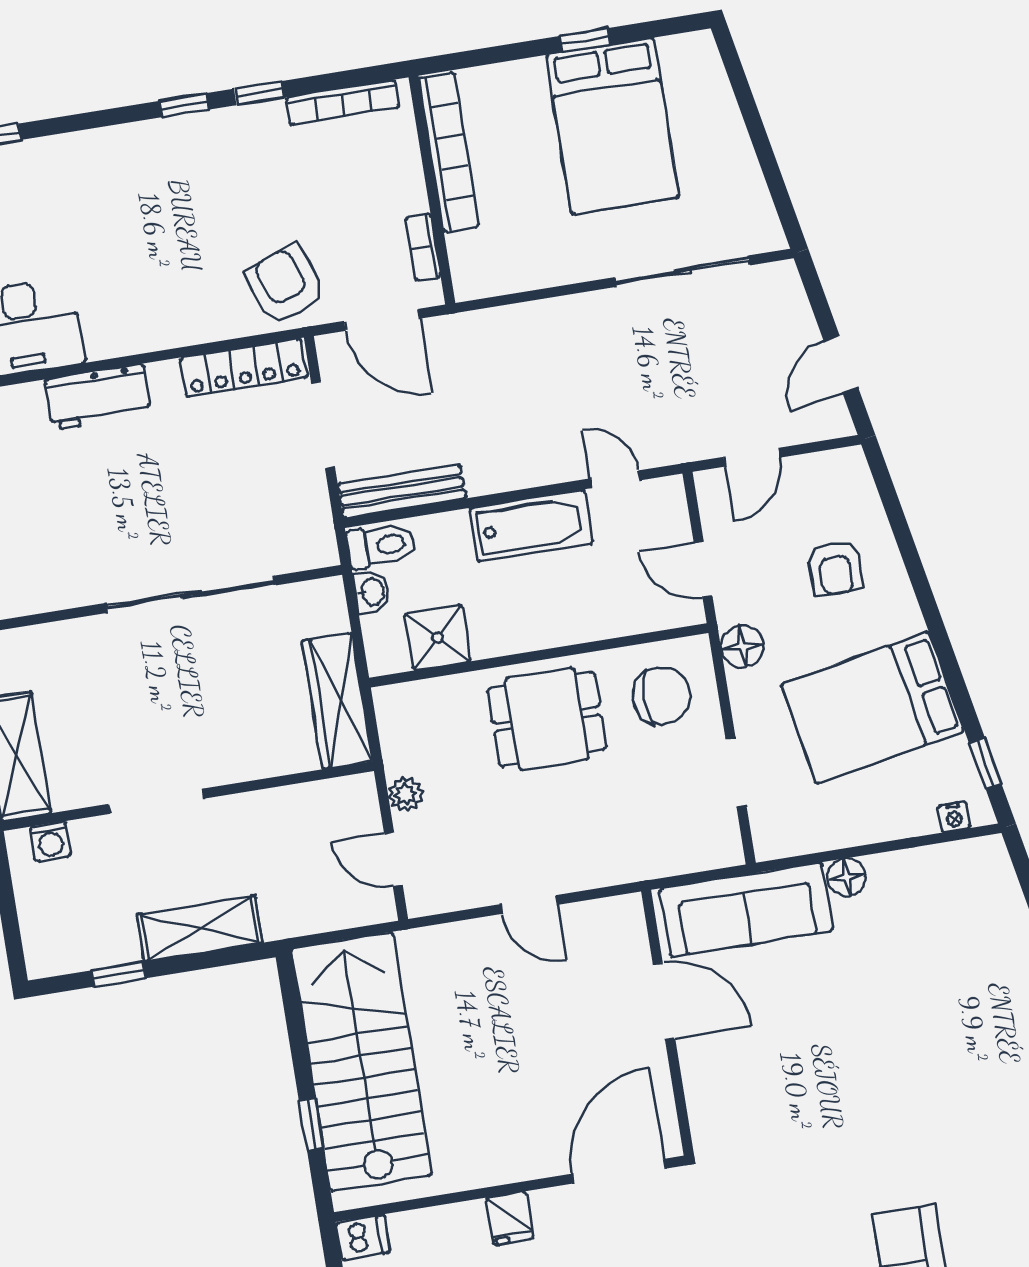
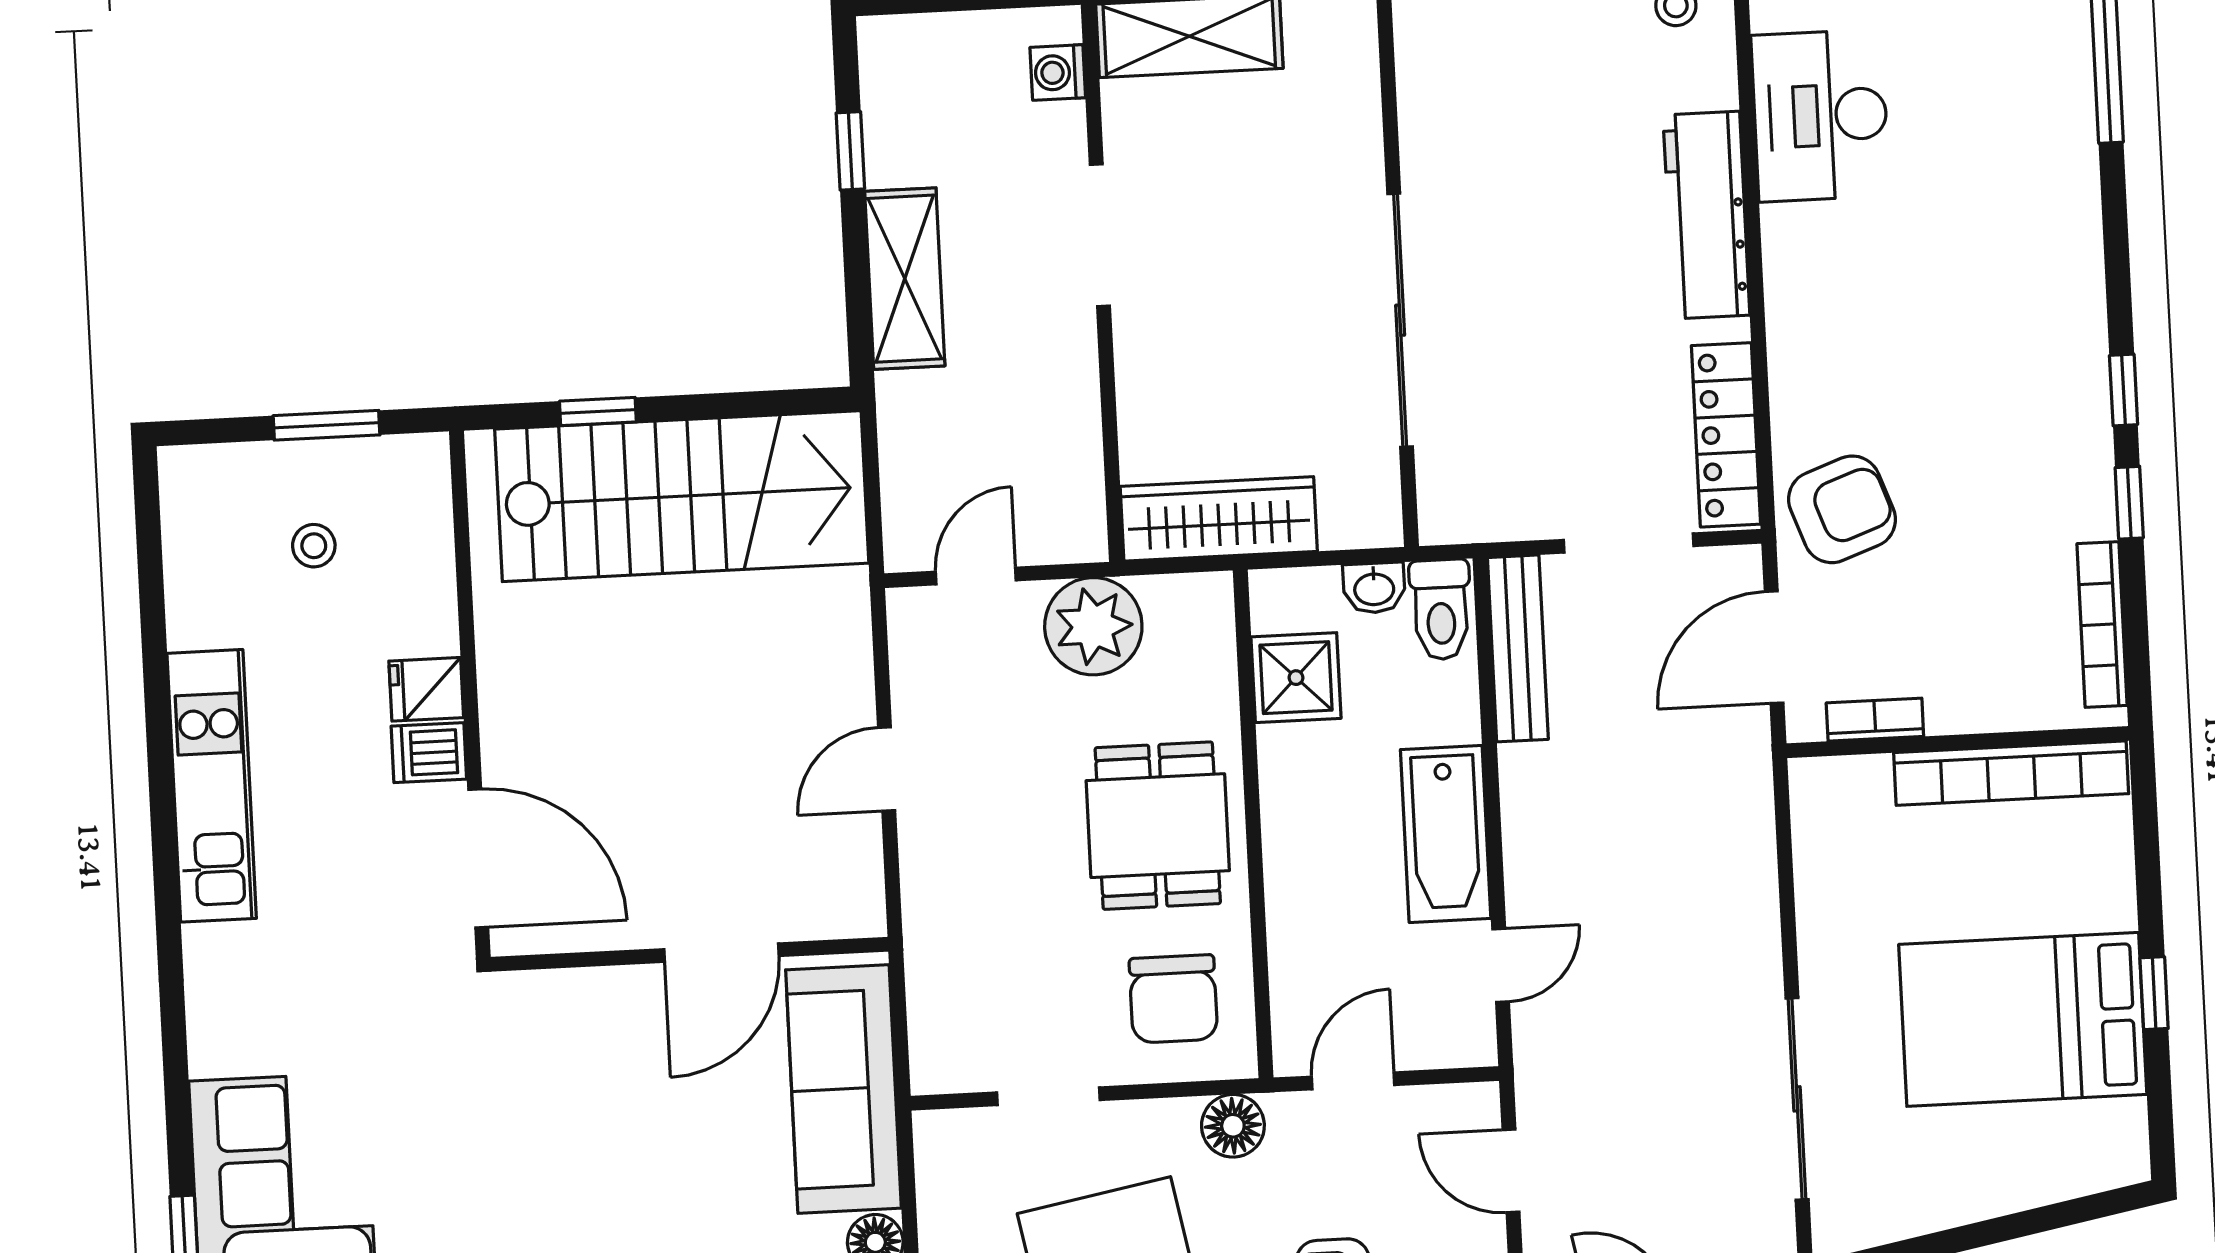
workbench: (98, 397) -> (1706, 215), width x1.38
plant: (406, 794) -> (1093, 626), width x1.88, depth x1.88
dishwasher: (363, 1237) -> (429, 753), moved, turned 90

